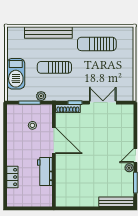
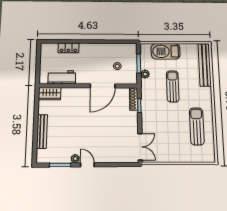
bench: (48, 32) -> (205, 65), moved
double door: (103, 103) -> (140, 147), moved
workbench: (45, 172) -> (62, 77), moved
wardrobe: (62, 195) -> (50, 94), added
bench: (116, 202) -> (42, 131), moved

